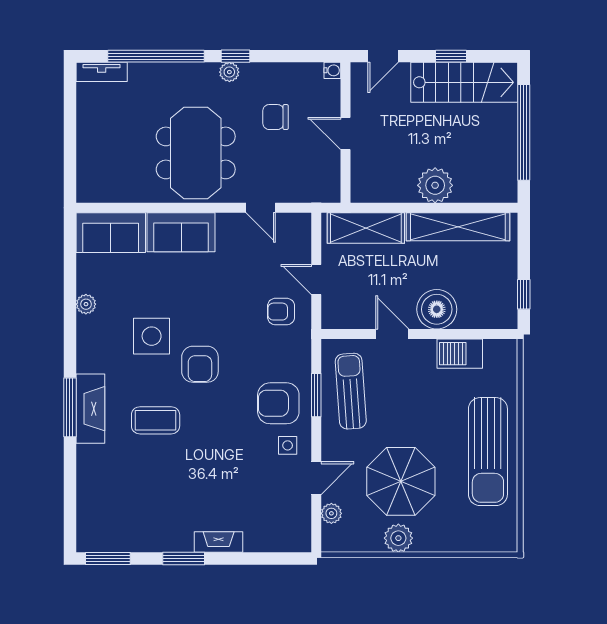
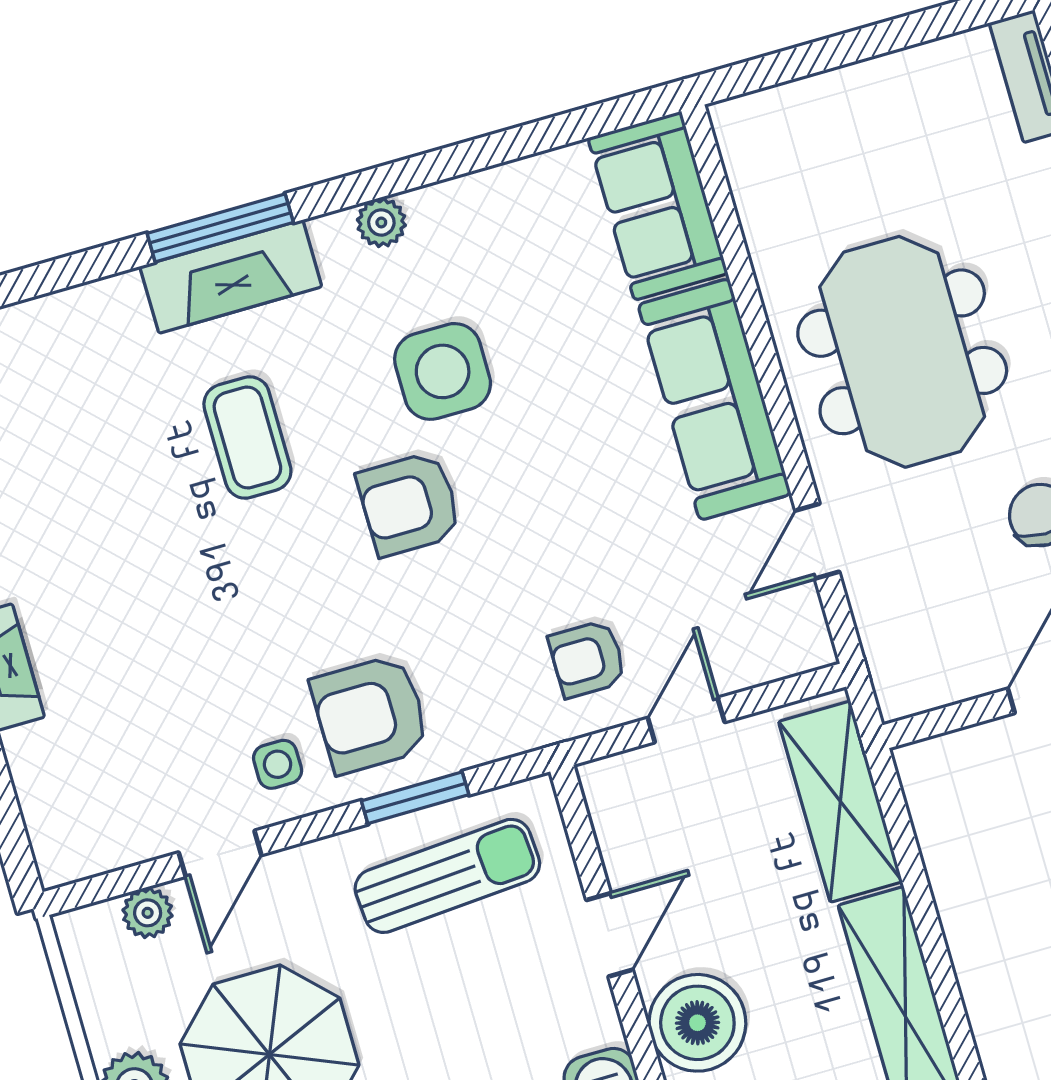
meeting table: (196, 153) -> (902, 352), turned 90
plant: (435, 185) -> (987, 935), removed
sofa: (181, 232) -> (715, 399), width x1.36
plant: (86, 304) -> (381, 222), moved
armchair: (281, 312) -> (587, 659), turned -90
armchair: (278, 403) -> (370, 714), turned -90
door: (316, 478) -> (220, 854), hinge flipped

